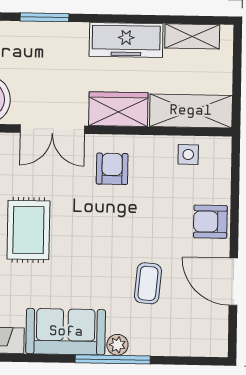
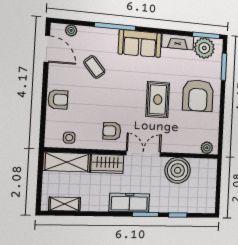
freezer: (126, 40) -> (129, 203), moved
armchair: (112, 169) -> (112, 131), turned 90
door: (233, 282) -> (47, 49), moved
coffee table: (148, 283) -> (94, 67), turned -45
plant: (117, 345) -> (71, 30), moved

